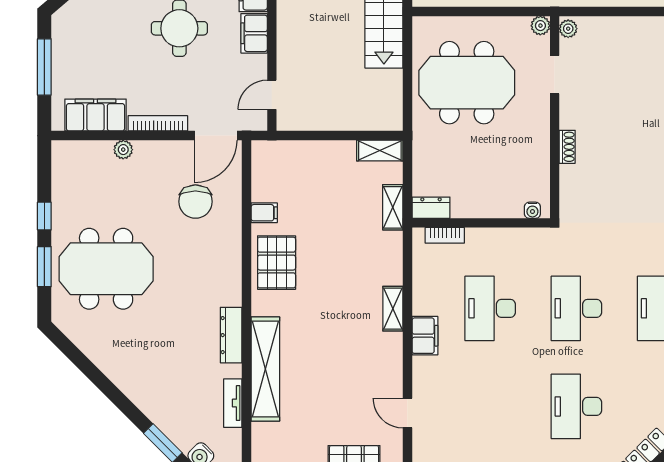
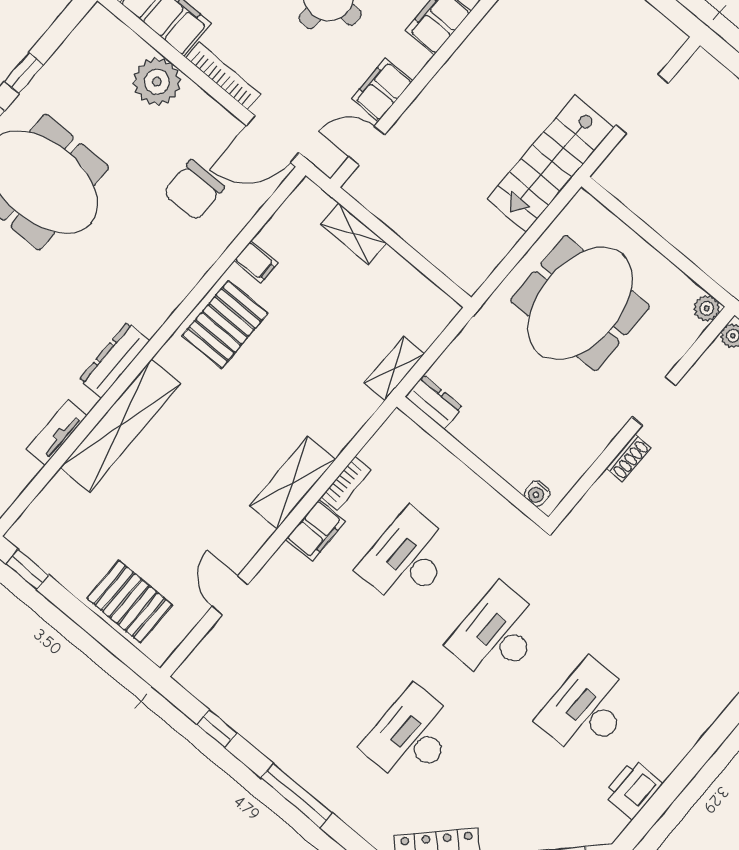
filing cabinet: (254, 33) -> (382, 90), moved
doorway: (555, 75) -> (654, 401), moved
meeting table: (467, 83) -> (580, 303), turned 90
plant: (123, 150) -> (157, 82), width x1.87, depth x1.87
shelving: (380, 151) -> (354, 234), moved
bookcase: (445, 235) -> (346, 483), moved, turned -90
shelving: (393, 309) -> (293, 483), width x1.50, depth x1.33

